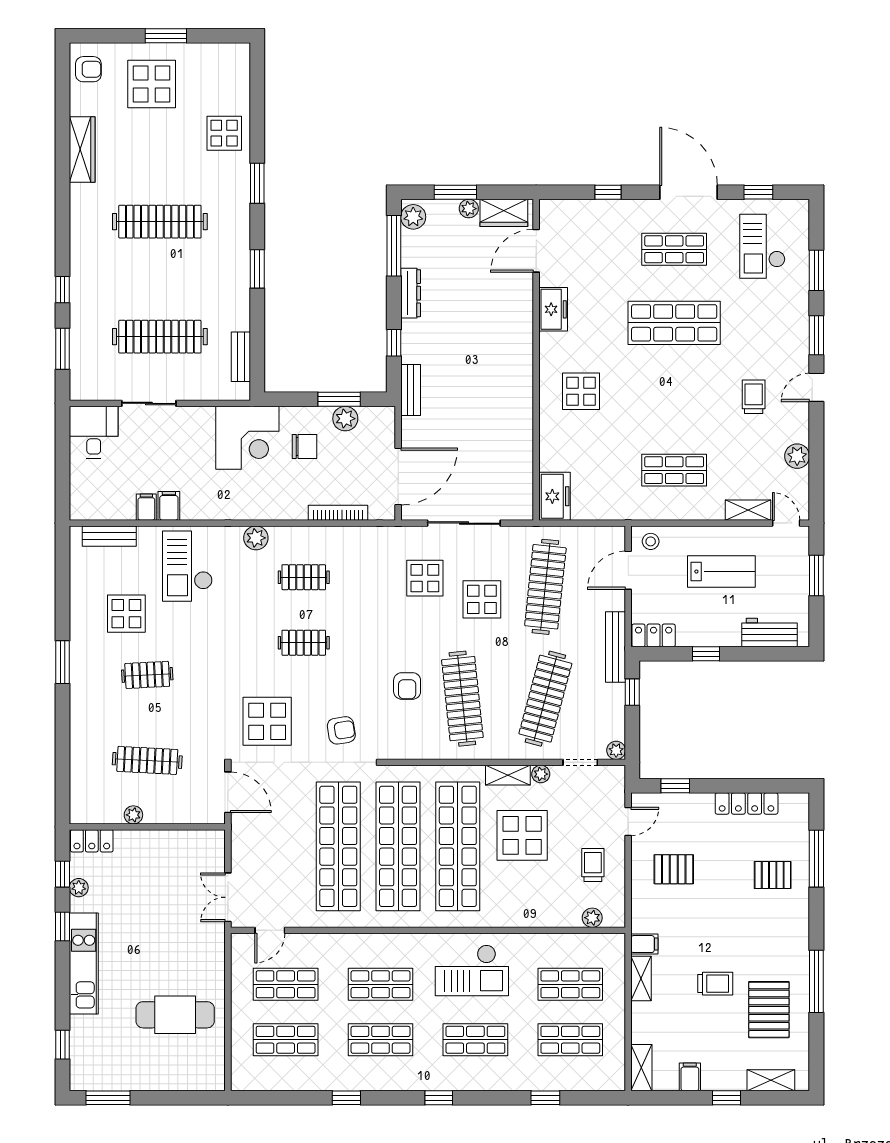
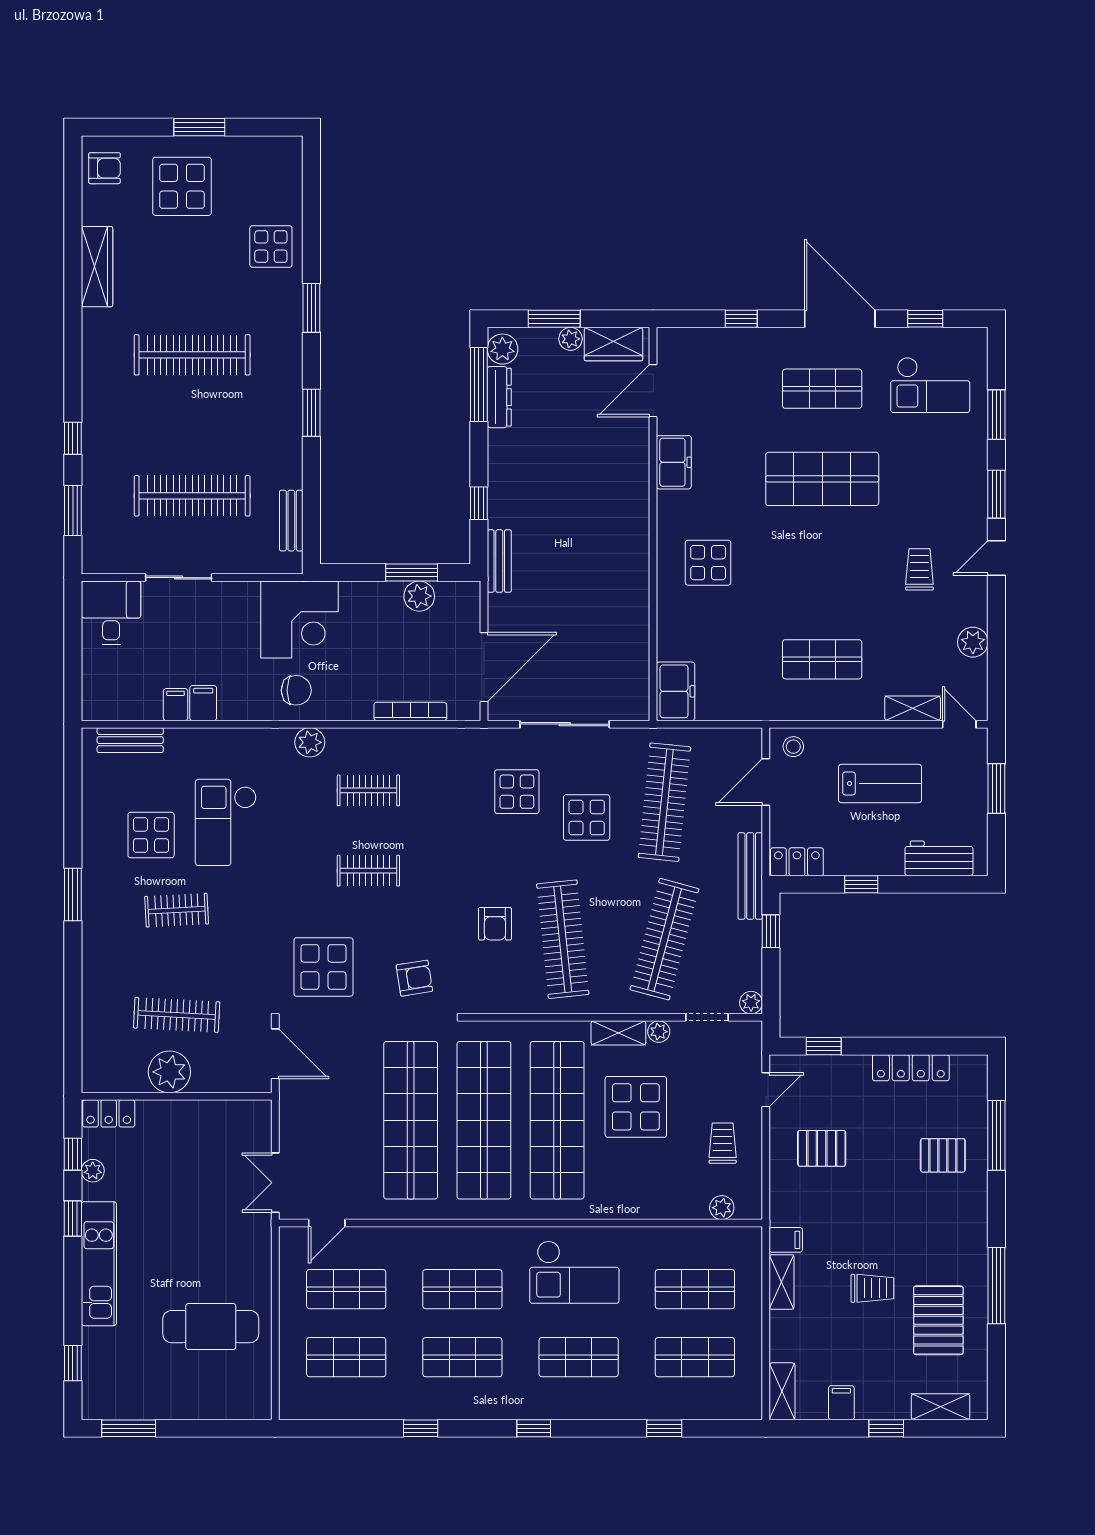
checkout: (762, 246) -> (930, 385), turned -90
dresser: (411, 293) -> (499, 397), moved
chair: (304, 446) -> (296, 690), moved
checkout: (187, 566) -> (226, 822), moved
plant: (133, 815) -> (169, 1072), width x1.88, depth x1.88

